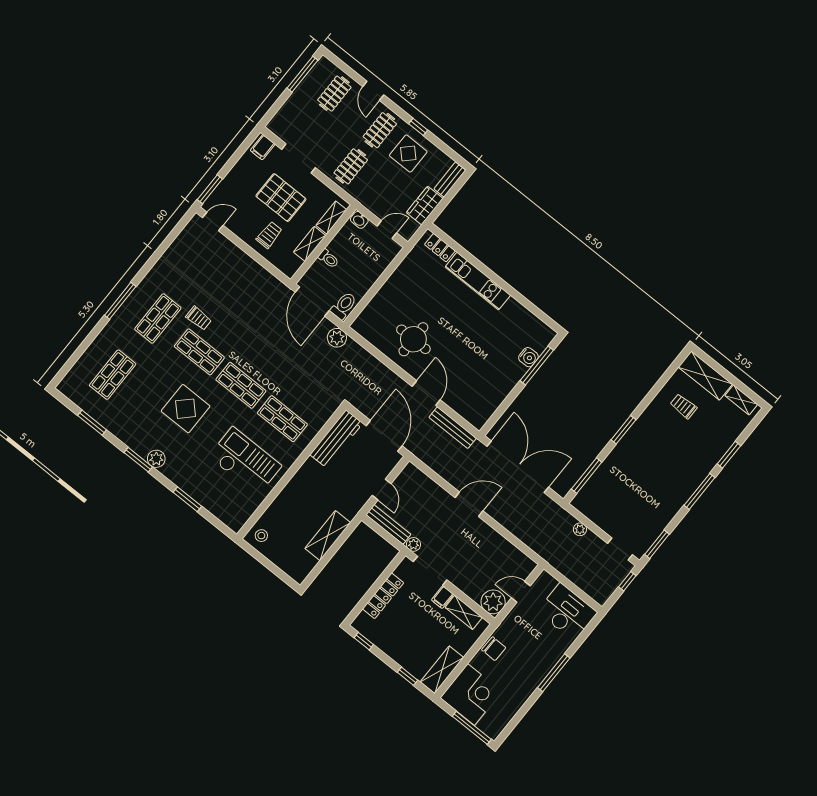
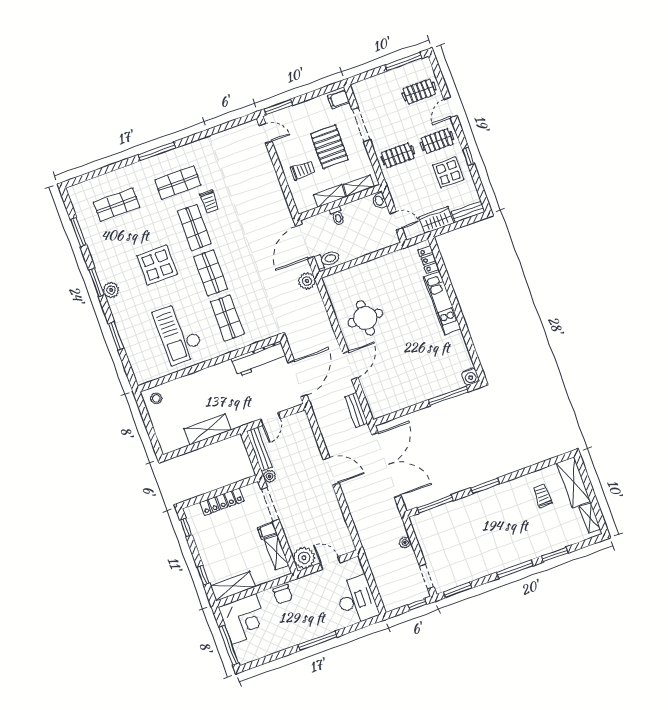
water cooler: (528, 357) -> (470, 377), moved
bench: (453, 428) -> (356, 410), width x0.73
checkout: (245, 461) -> (178, 333), turned 180

